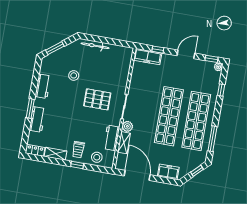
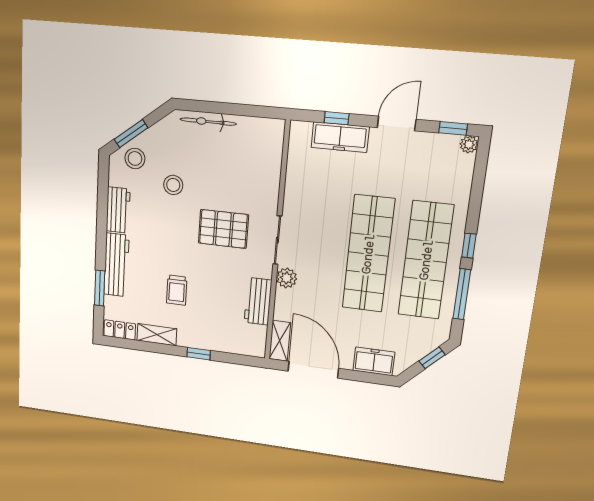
freezer: (148, 57) -> (340, 137), moved
window: (221, 90) -> (469, 246), moved
window: (30, 108) -> (100, 288), moved
workbench: (37, 119) -> (116, 265), width x1.38
shelving: (124, 143) -> (280, 341), moved
trolley: (78, 150) -> (177, 290), moved
stool: (97, 157) -> (135, 158), moved

